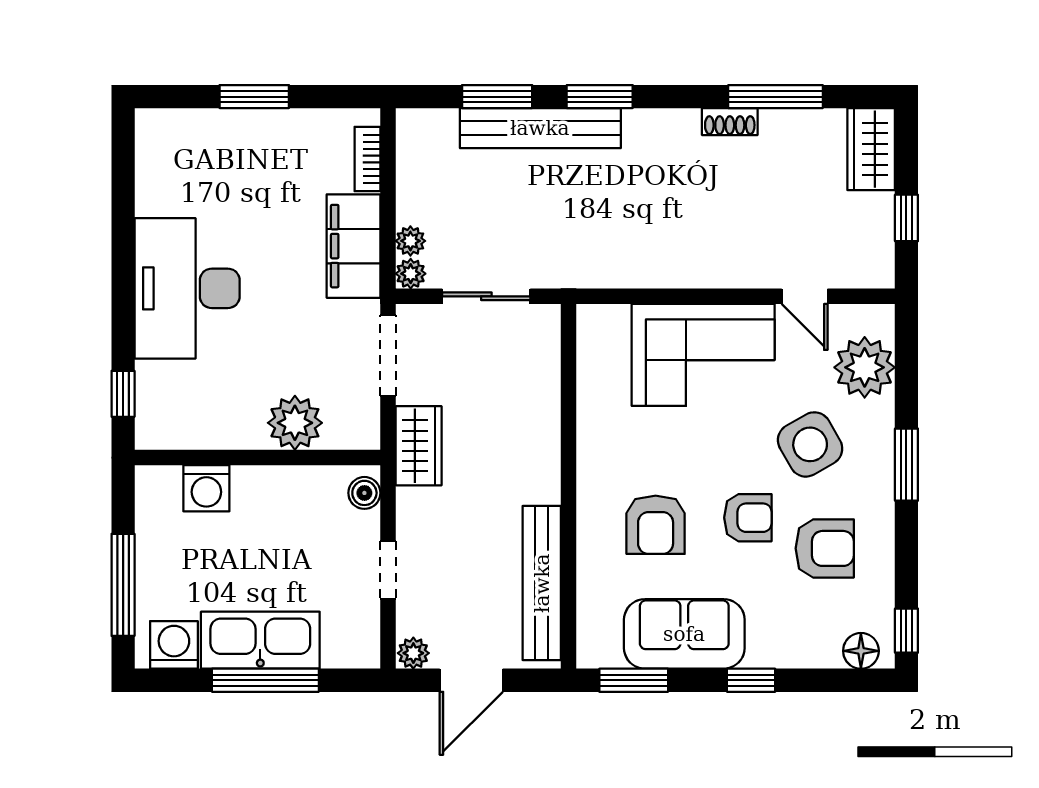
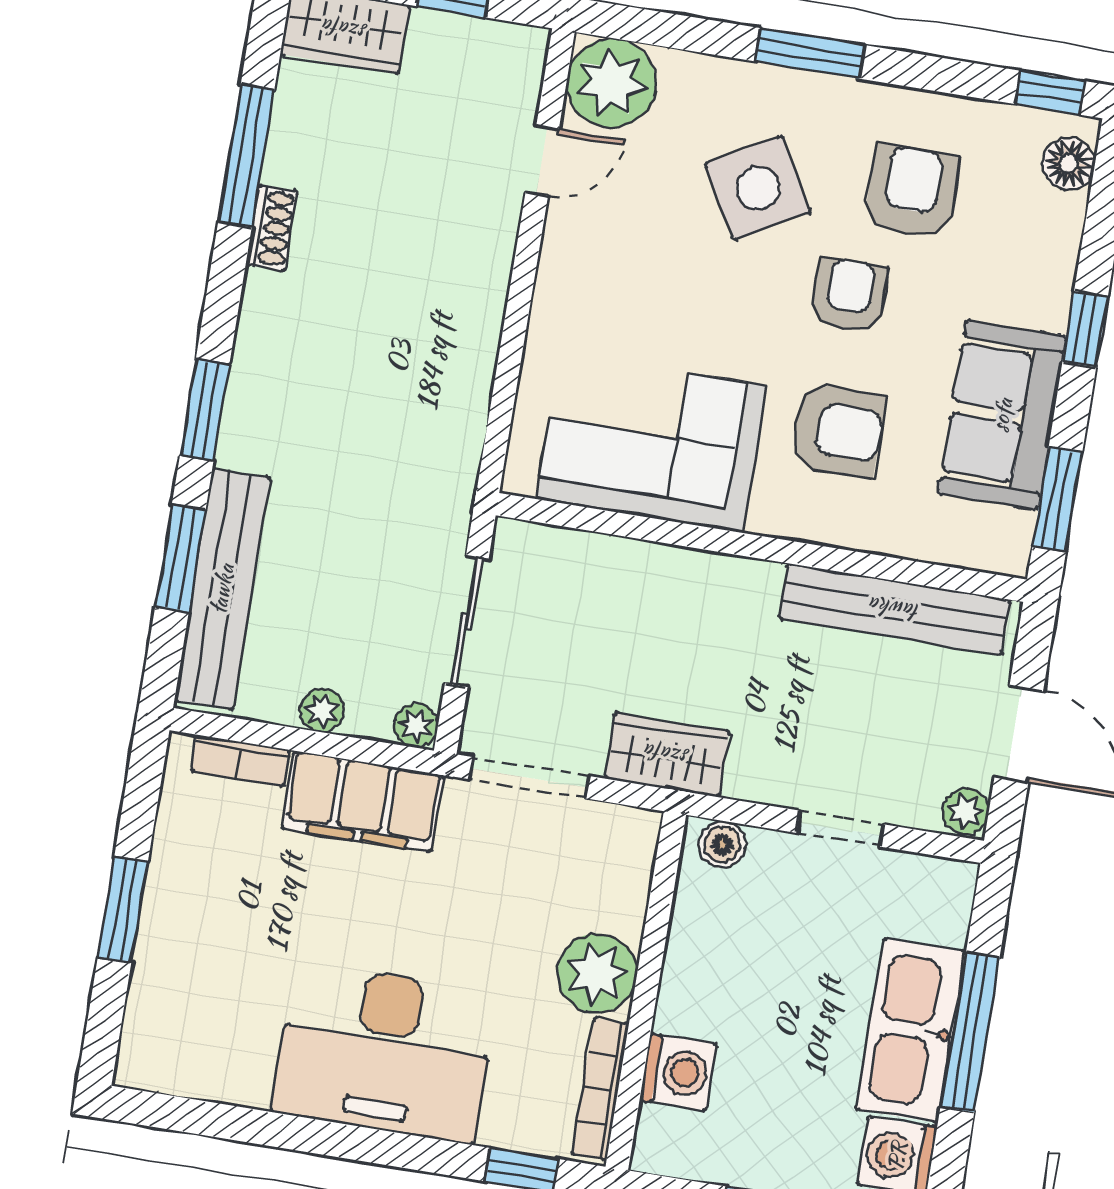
bench: (540, 128) -> (222, 589), moved
plant: (410, 241) -> (322, 710), moved
corner sofa: (703, 355) -> (652, 442), moved, turned -90
plant: (865, 367) -> (611, 83), moved
plant: (295, 423) -> (597, 973), moved
bookcase: (186, 438) -> (600, 1089), added

